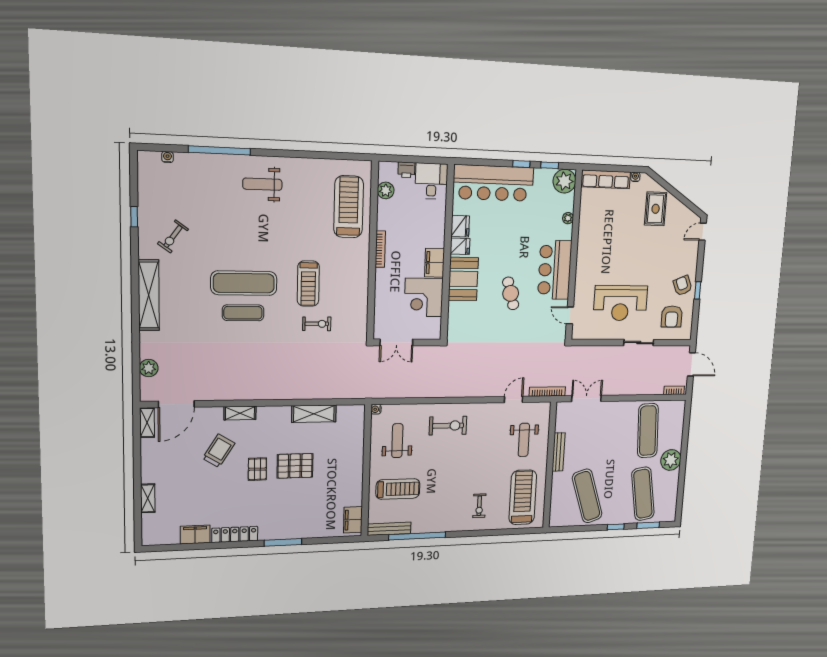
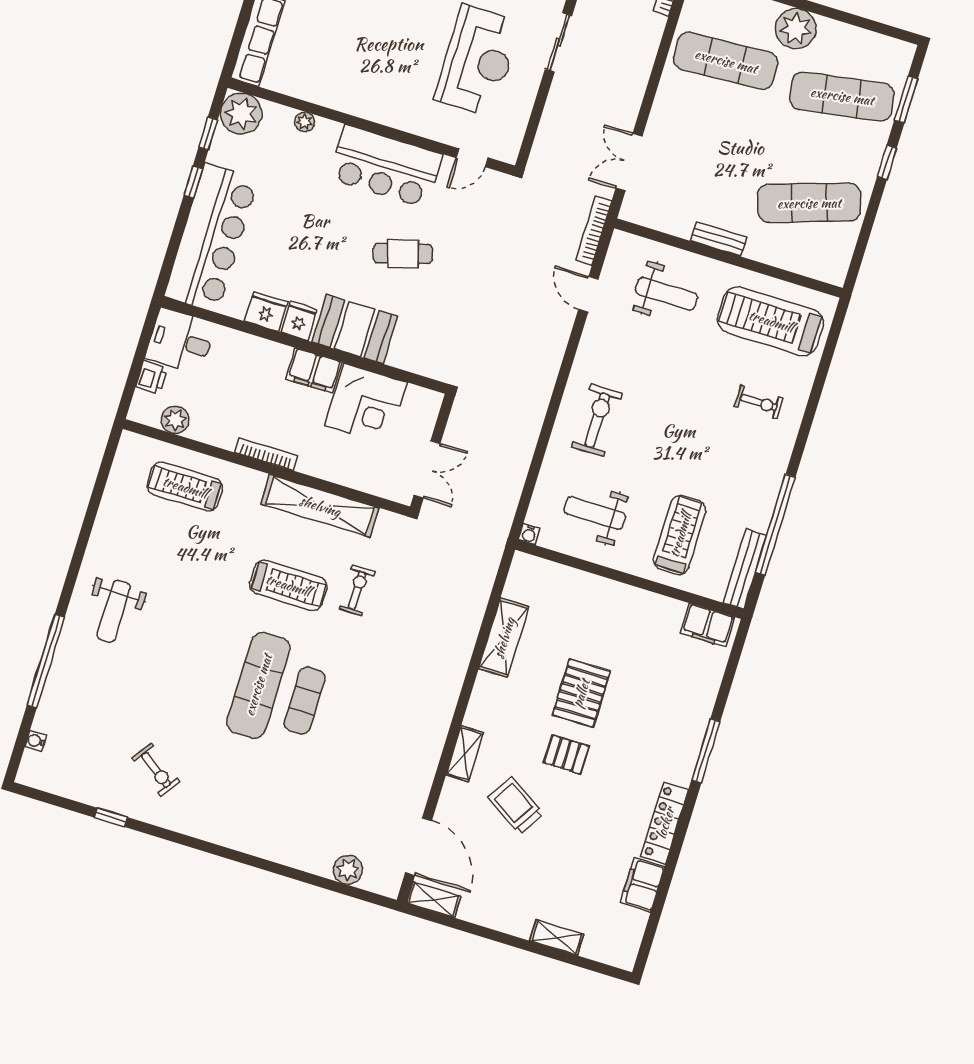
treadmill: (349, 207) -> (185, 487), width x0.73, depth x0.73
shelving: (149, 295) -> (320, 506), moved
bench: (559, 452) -> (719, 239), width x0.73

